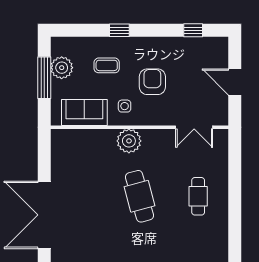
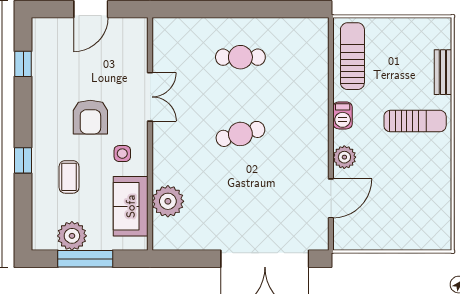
armchair: (152, 82) -> (90, 117), turned -90
double door: (194, 127) -> (150, 97), moved
plant: (129, 141) -> (168, 201), moved
cafe table: (140, 196) -> (240, 134), width x0.73, depth x0.74

